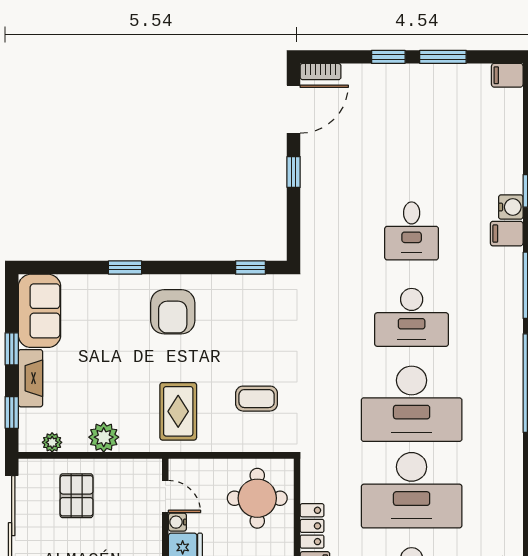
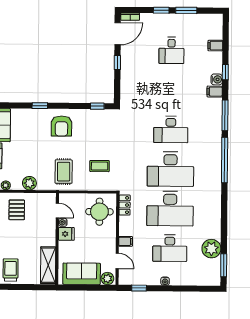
filing cabinet: (507, 75) -> (215, 46), moved
desk: (412, 231) -> (171, 50), moved
locker: (312, 526) -> (125, 205), moved

